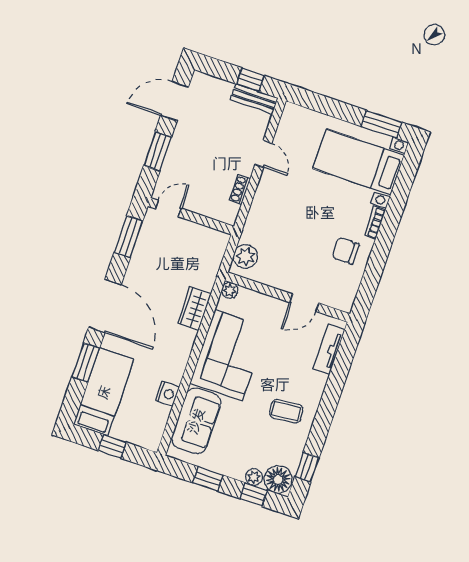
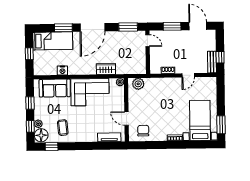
chair: (346, 251) -> (143, 131), moved
coffee table: (286, 411) -> (63, 128), moved

